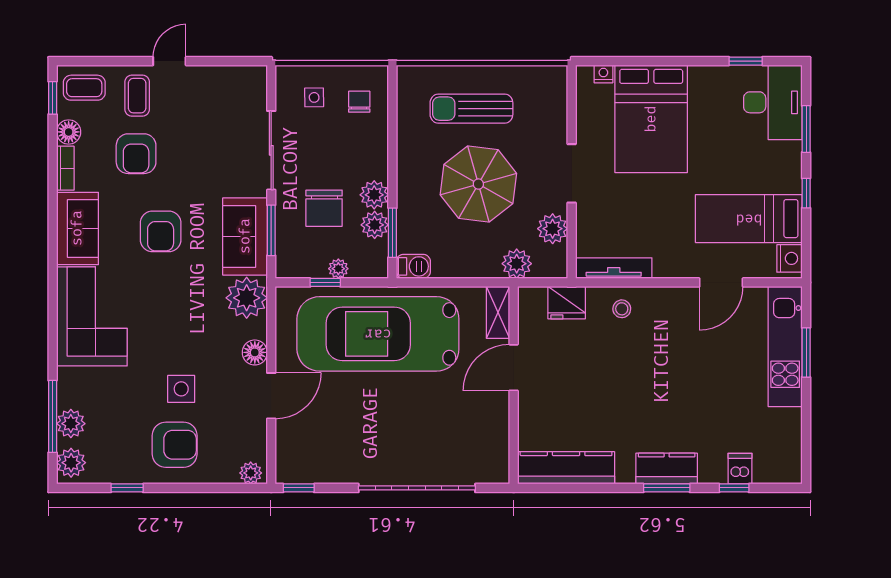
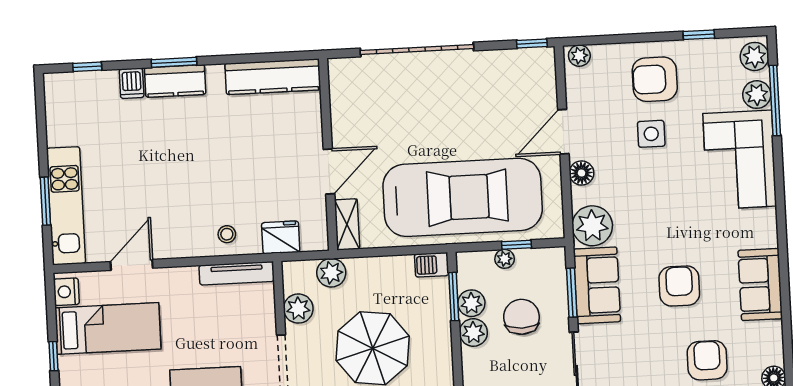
bookcase: (65, 168) -> (775, 343), removed
corner sofa: (92, 316) -> (740, 160), moved
dishwasher: (740, 469) -> (132, 83), moved
window: (734, 488) -> (87, 67), moved

